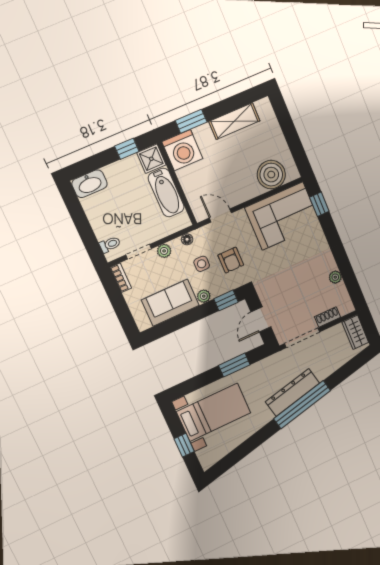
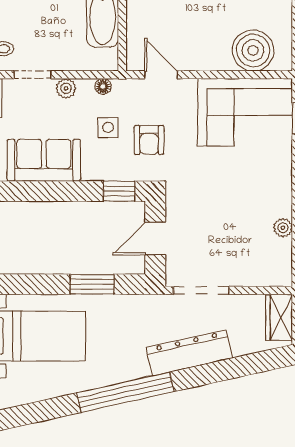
plant: (204, 296) -> (92, 172), removed
shoe rack: (328, 317) -> (249, 278), removed
dresser: (292, 392) -> (189, 353), moved
window: (302, 405) -> (125, 392), moved

